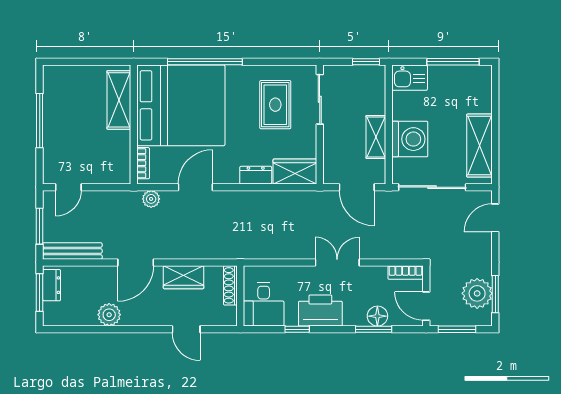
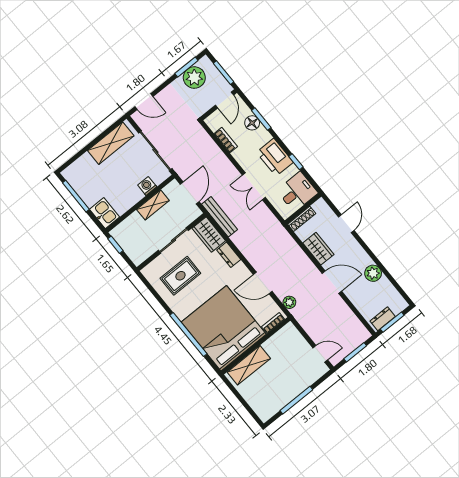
sliding door: (320, 99) -> (173, 240), moved
washing machine: (410, 139) -> (147, 186), width x0.53, depth x0.53
bench: (72, 251) -> (220, 217), moved
double door: (337, 262) -> (254, 186), moved
bookcase: (405, 273) -> (226, 140), moved

